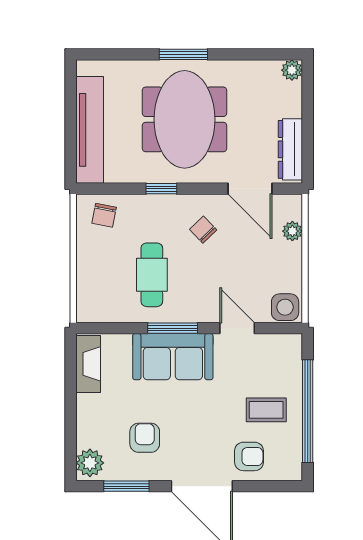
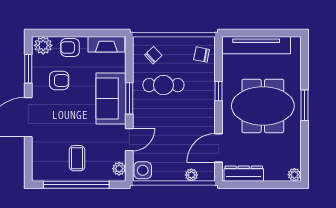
chair: (203, 230) -> (153, 55), moved
plant: (282, 344) -> (119, 169), added
armchair: (249, 456) -> (70, 48), moved, turned 90

